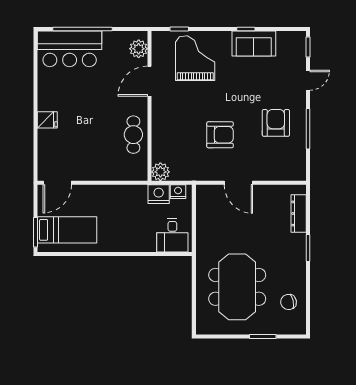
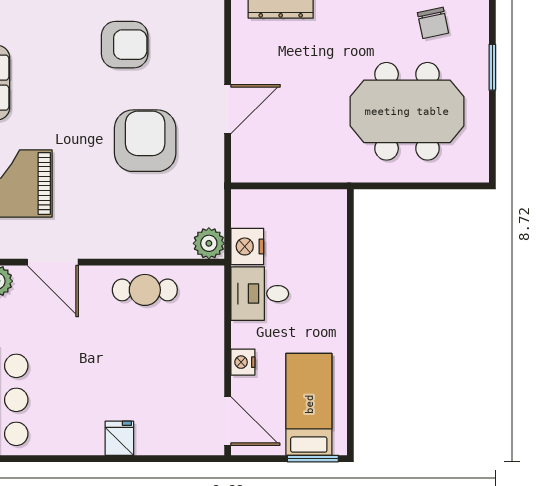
armchair: (276, 123) -> (125, 45), turned 180
armchair: (220, 135) -> (145, 141), width x1.36, depth x1.36
nightstand: (178, 192) -> (243, 362), moved
desk: (172, 235) -> (260, 294), moved, turned 180

